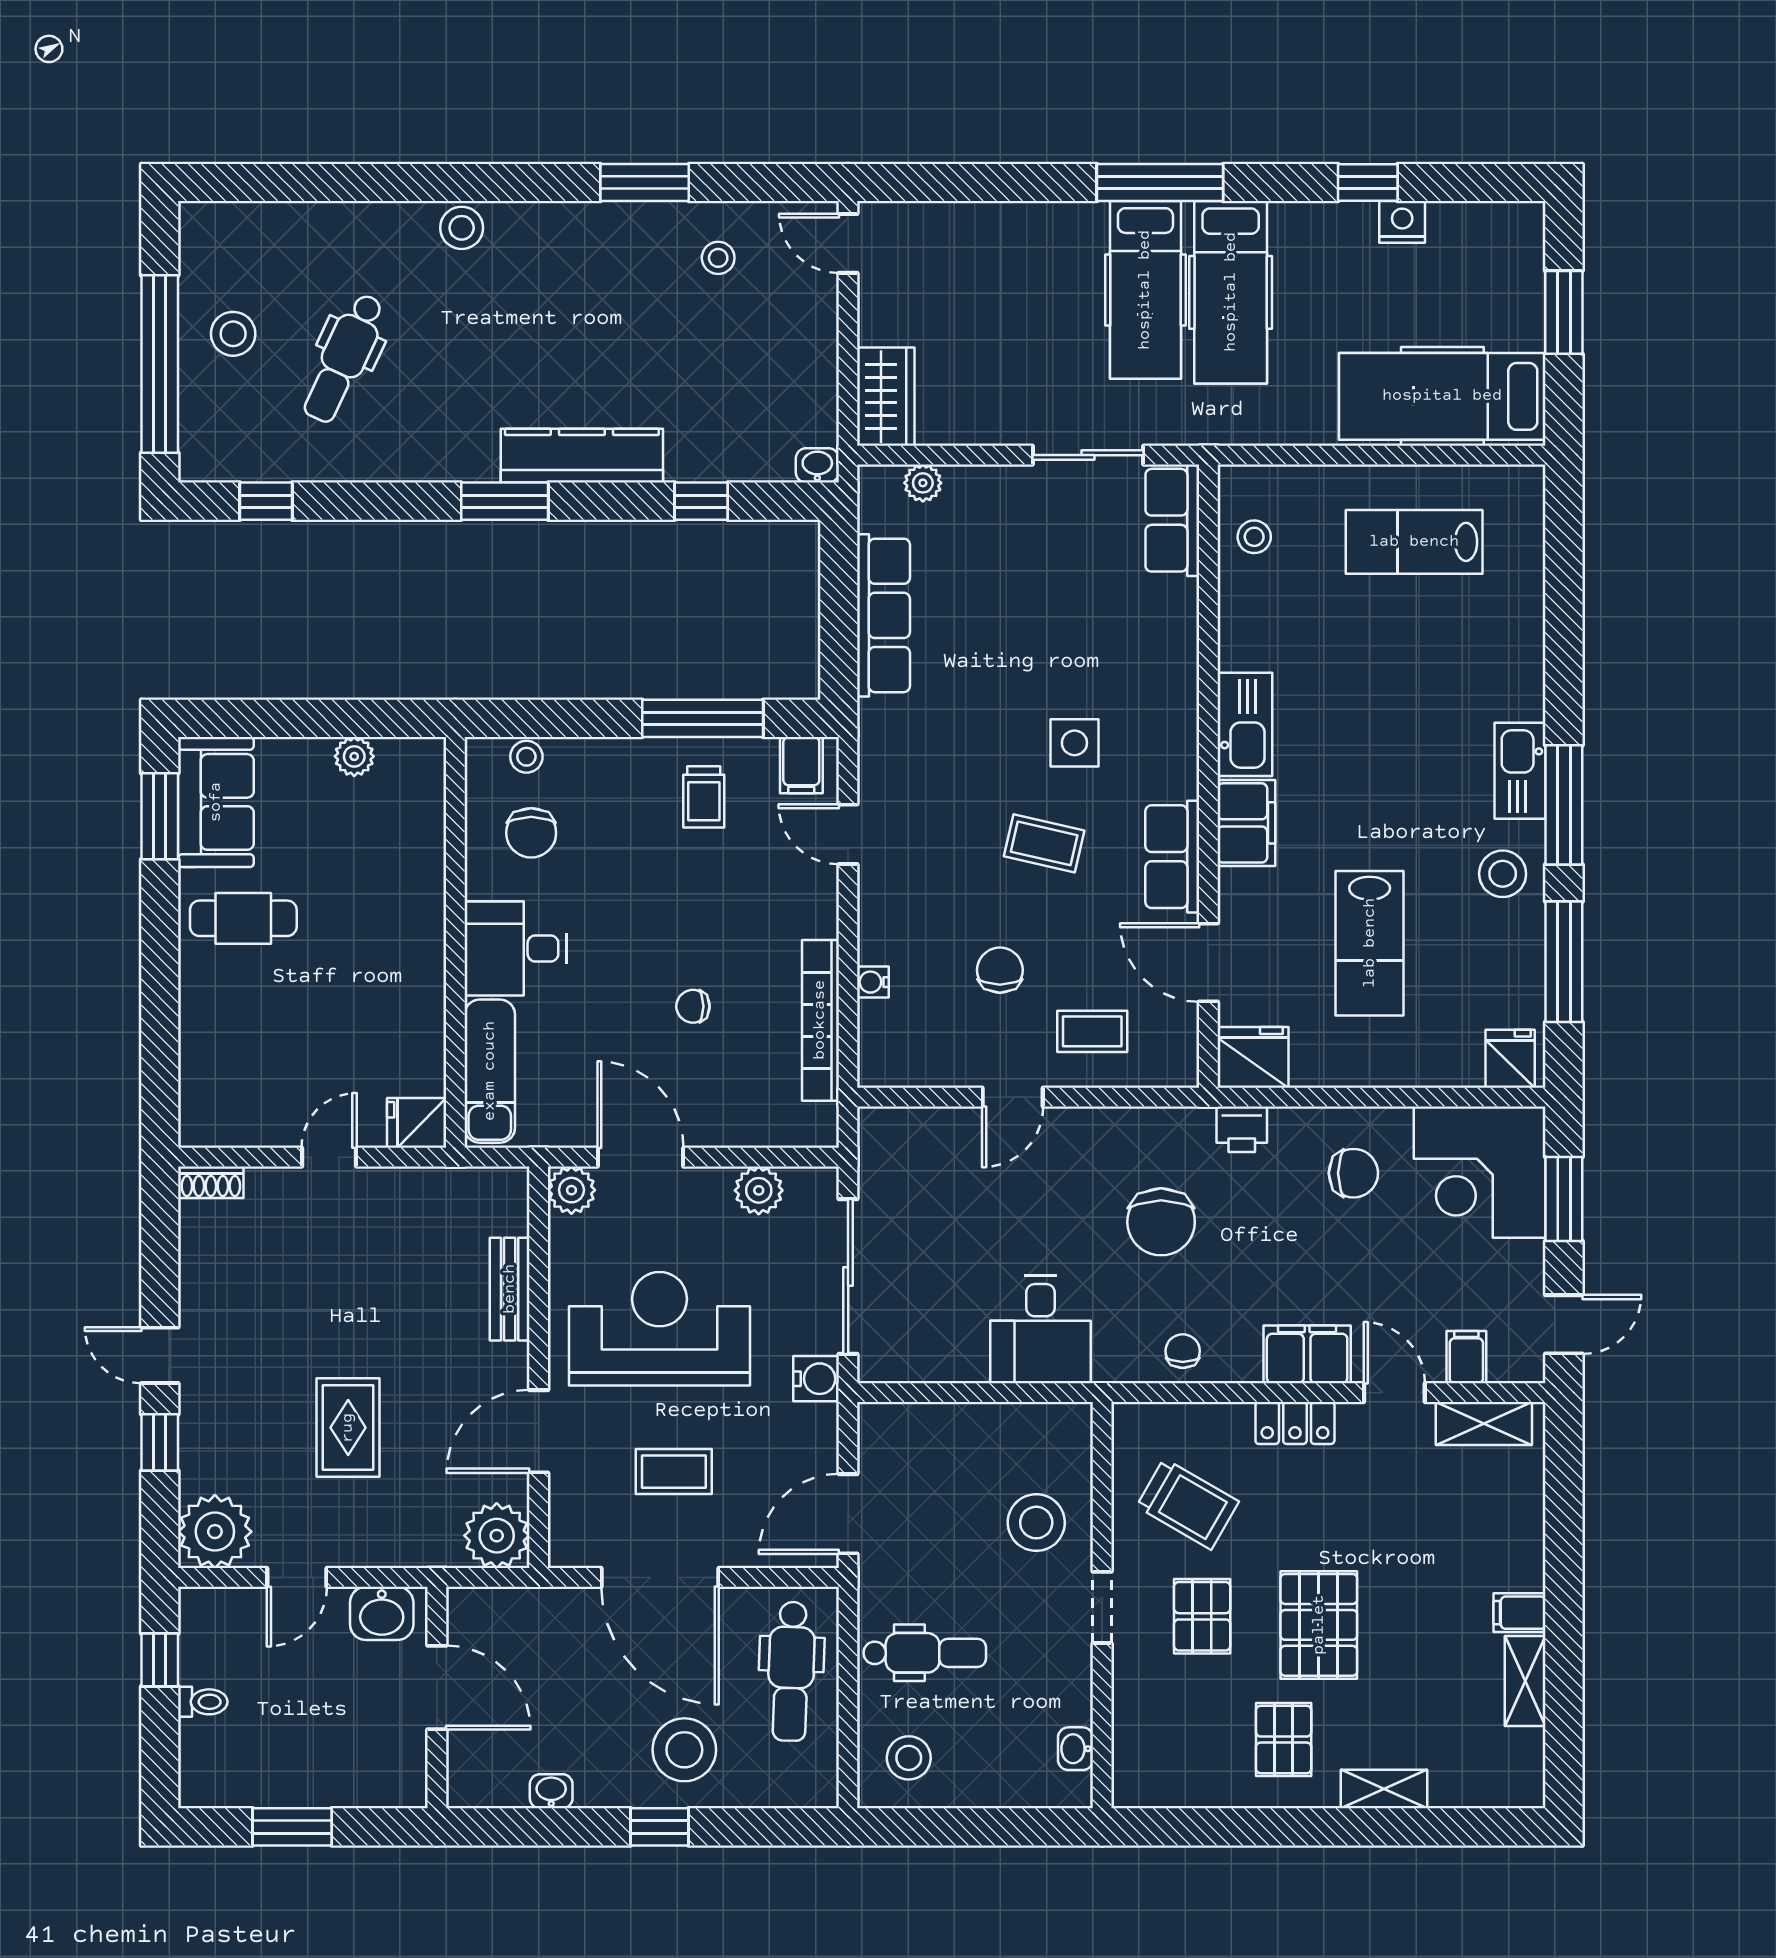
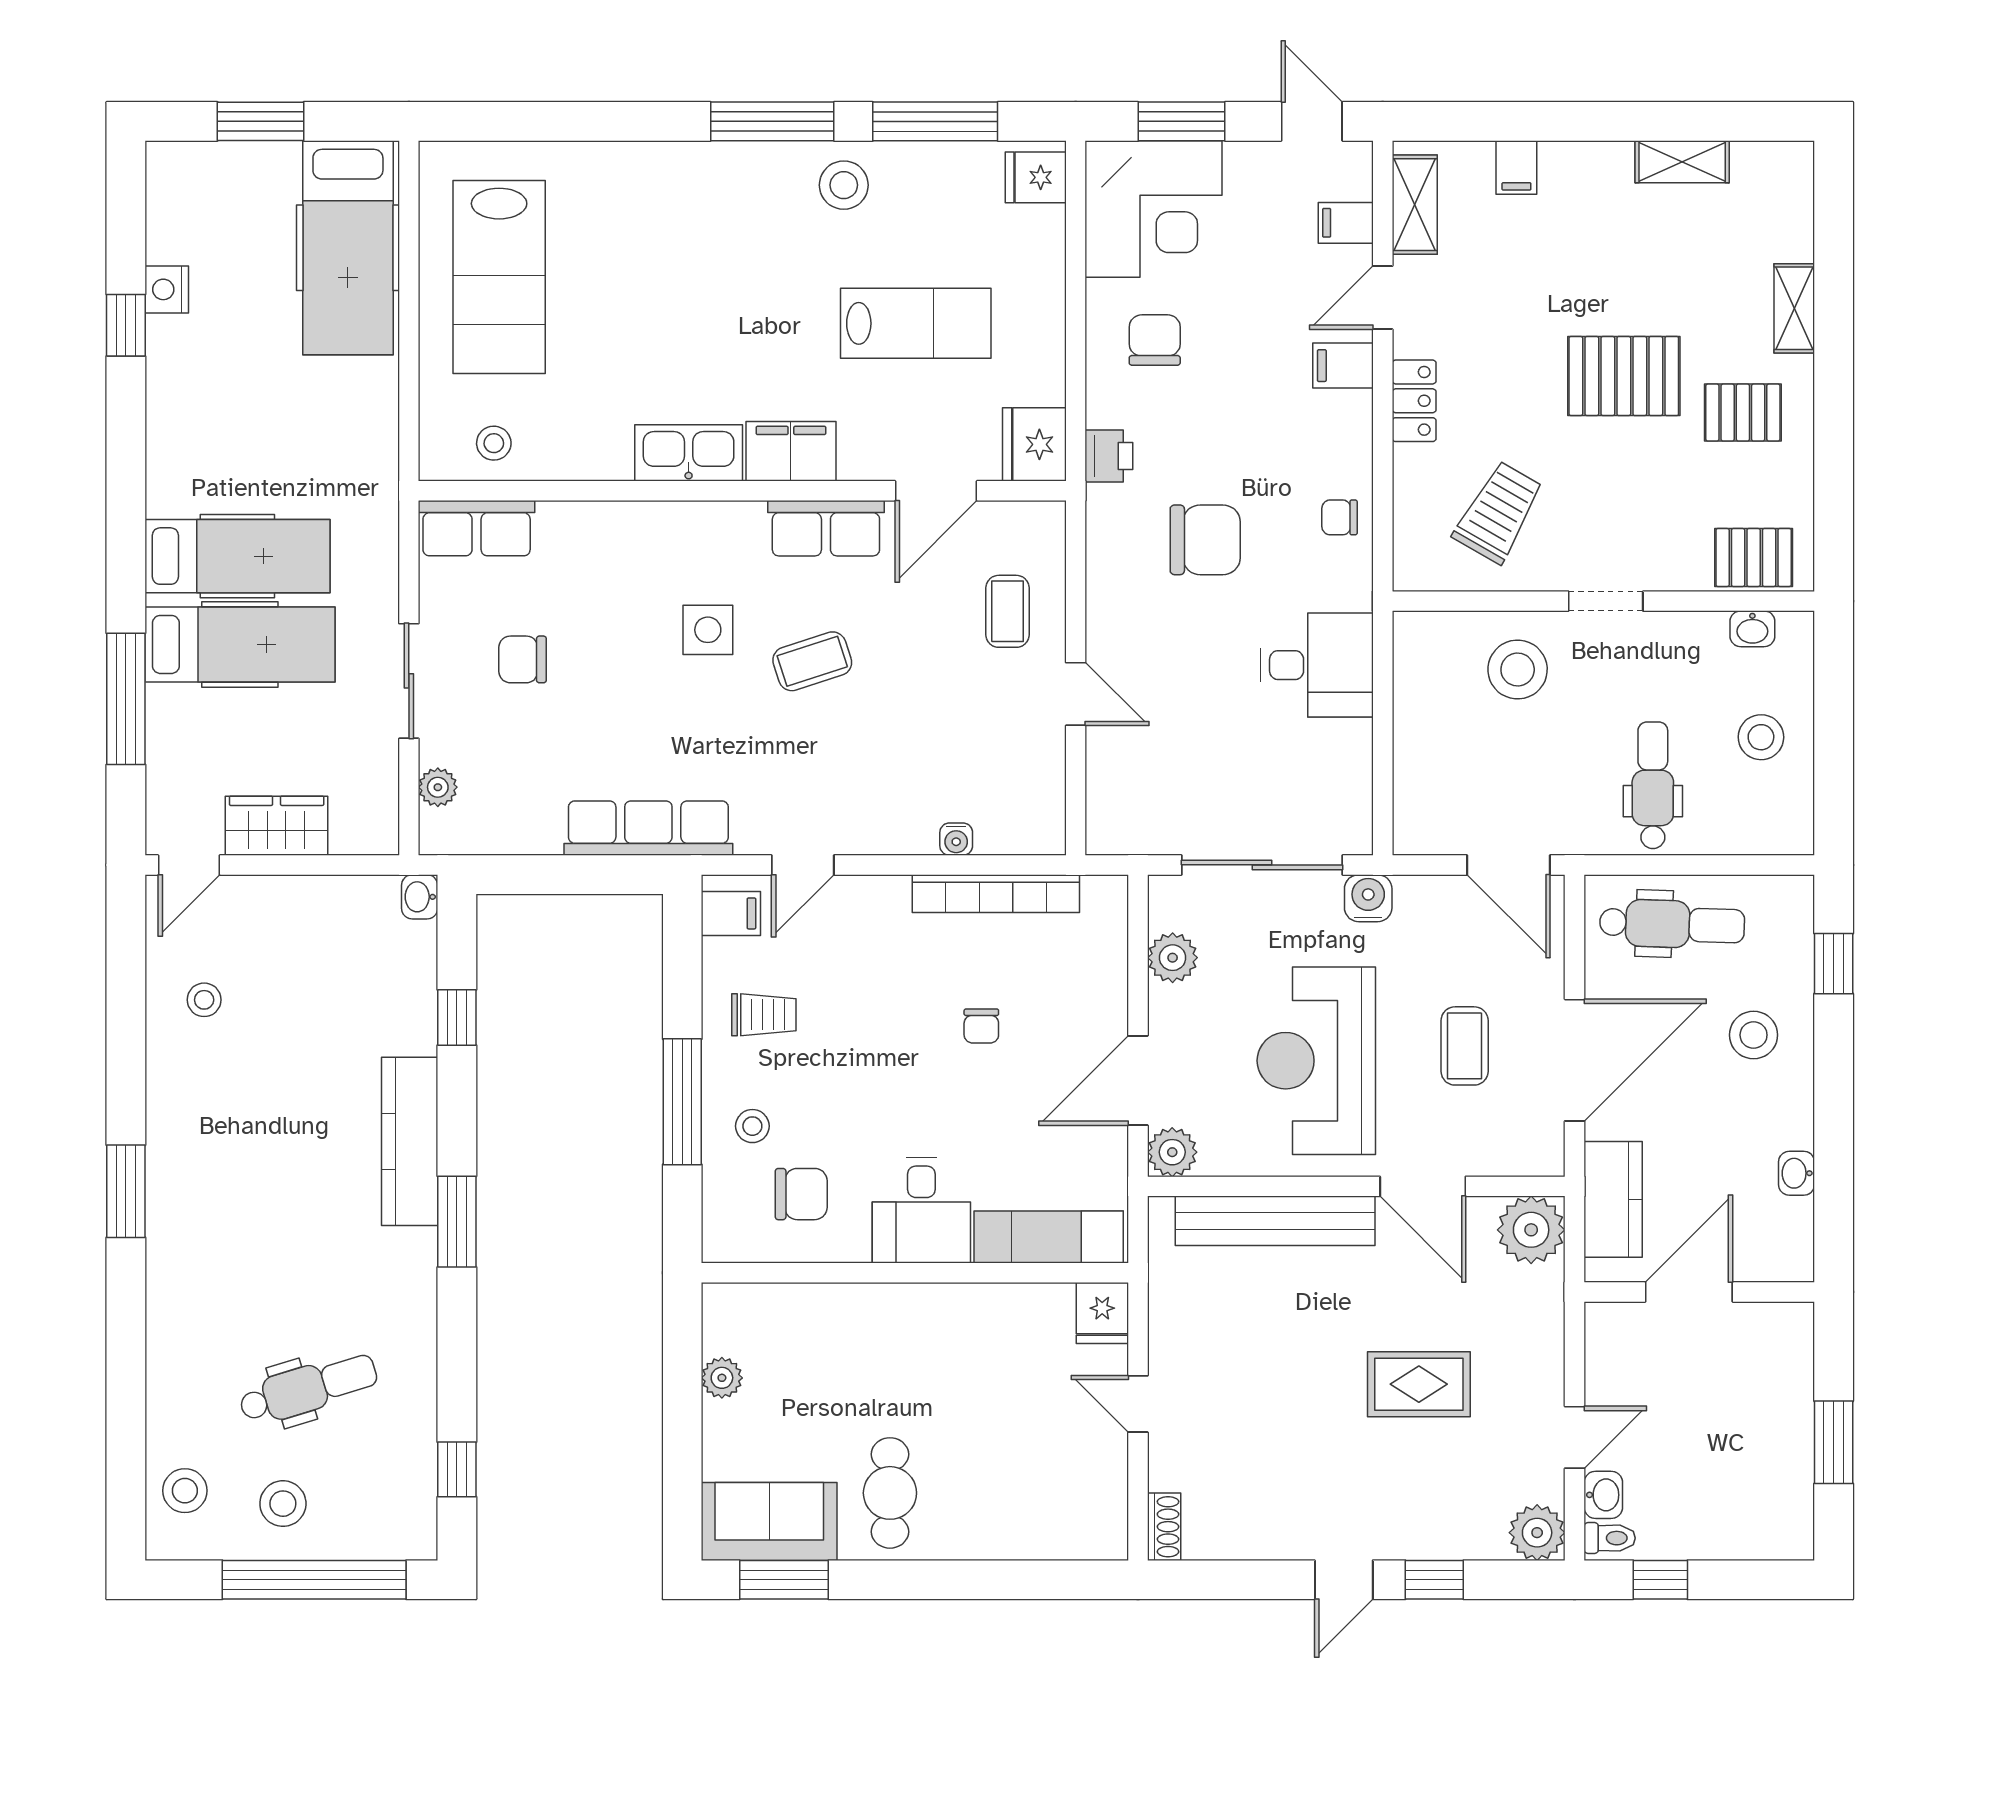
window: (645, 183) -> (126, 1191), moved
window: (1160, 183) -> (126, 699), moved
stool: (462, 228) -> (185, 1491), moved
hospital bed: (1231, 292) -> (240, 644), moved
dental chair: (344, 358) -> (308, 1388), turned -42
wardrobe: (886, 397) -> (277, 826), moved
sliding door: (1088, 455) -> (409, 681), moved
lab bench: (1414, 542) -> (499, 277), width x1.36, depth x1.39
row of seats: (884, 615) -> (648, 828), moved
window: (703, 718) -> (682, 1102), moved
stool: (526, 757) -> (752, 1126), moved
kitchen sink: (1520, 771) -> (737, 167), removed
coffee table: (1044, 843) -> (812, 661), turned 59
chair: (1000, 970) -> (523, 659), moved
bench: (510, 1289) -> (1275, 1221), width x1.86, depth x1.21
filing cabinet: (1307, 1354) -> (1343, 366), width x0.50
plant: (215, 1532) -> (1537, 1533), width x0.73, depth x0.73
door: (297, 1577) -> (1575, 1437), hinge flipped
washbasin: (382, 1613) -> (1603, 1495), moved, width x0.72, depth x0.69
filing cabinet: (1520, 1613) -> (1516, 168), moved
kitchen counter: (526, 1615) -> (1613, 1199), added
pallet: (1202, 1616) -> (1754, 558), moved
toilet: (203, 1702) -> (1610, 1538), moved, turned 90
stool: (684, 1750) -> (1754, 1035), width x0.73, depth x0.73
stool: (909, 1758) -> (1761, 737), moved
window: (659, 1827) -> (1834, 964), moved

